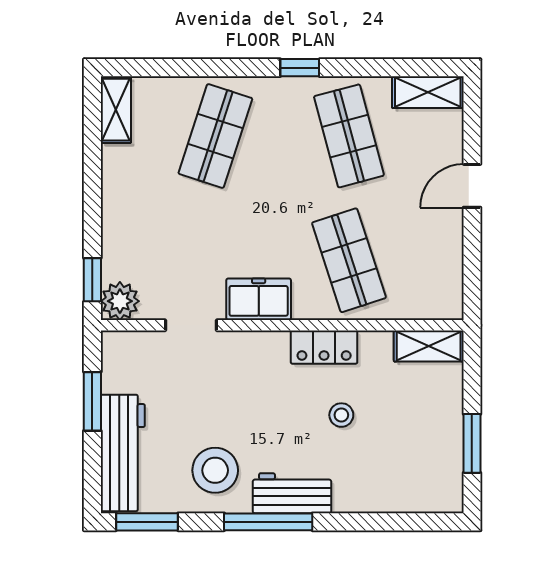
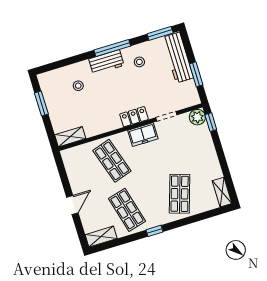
locker: (324, 347) -> (134, 117), moved
stool: (341, 415) -> (78, 86), moved
stool: (215, 470) -> (139, 62), width x0.53, depth x0.53

